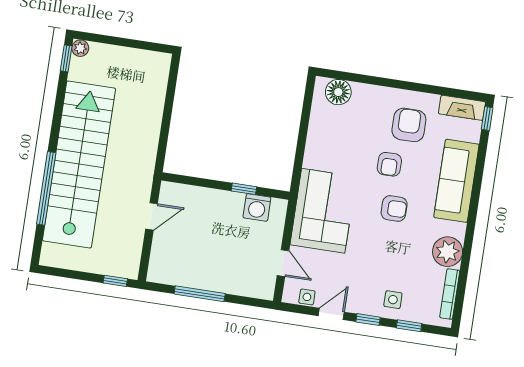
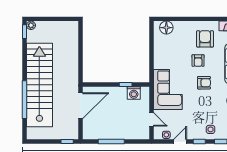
door: (152, 216) -> (81, 106), width x1.87

